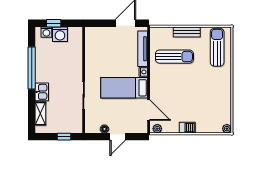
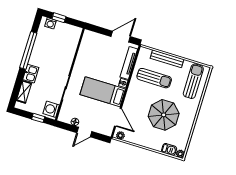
bench: (187, 32) -> (167, 59), width x1.36
washing machine: (60, 34) -> (51, 109), moved, turned 90
parasol: (197, 93) -> (164, 115), added
barbecue: (187, 128) -> (169, 149), moved

